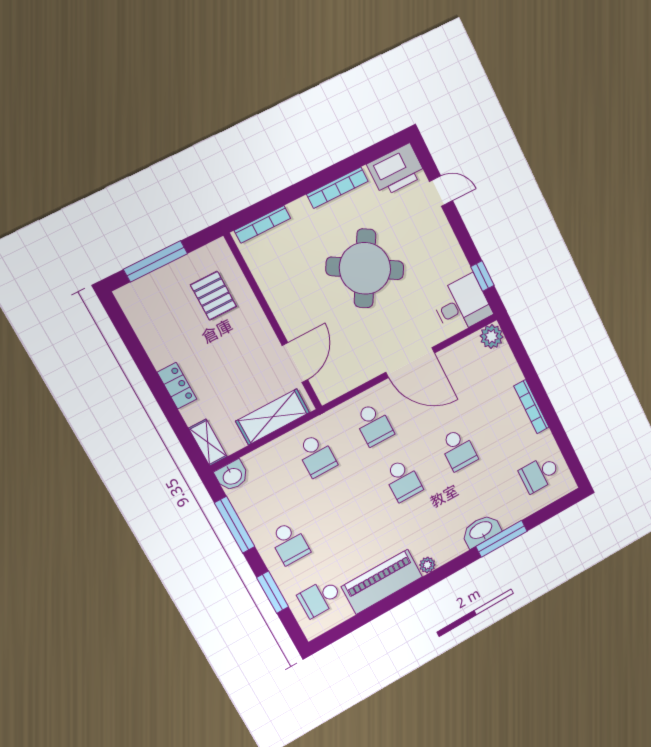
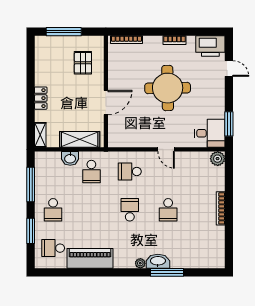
bookcase: (337, 188) -> (175, 40), width x0.64
round table: (365, 268) -> (168, 88), turned -31
window: (482, 276) -> (229, 124), width x1.50
door: (295, 363) -> (106, 102), moved
door: (410, 363) -> (166, 149), width x0.53
school desk: (374, 424) -> (130, 172), turned 90
school desk: (539, 474) -> (206, 248), removed
washbasin: (232, 476) -> (70, 158), moved
school desk: (403, 480) -> (130, 210), turned 180
plant: (427, 565) -> (140, 263), moved

